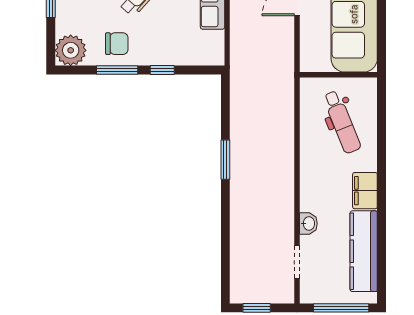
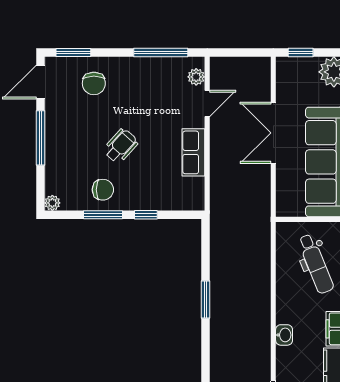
plant: (71, 50) -> (52, 203), width x0.53, depth x0.53
washbasin: (308, 224) -> (284, 335), moved

